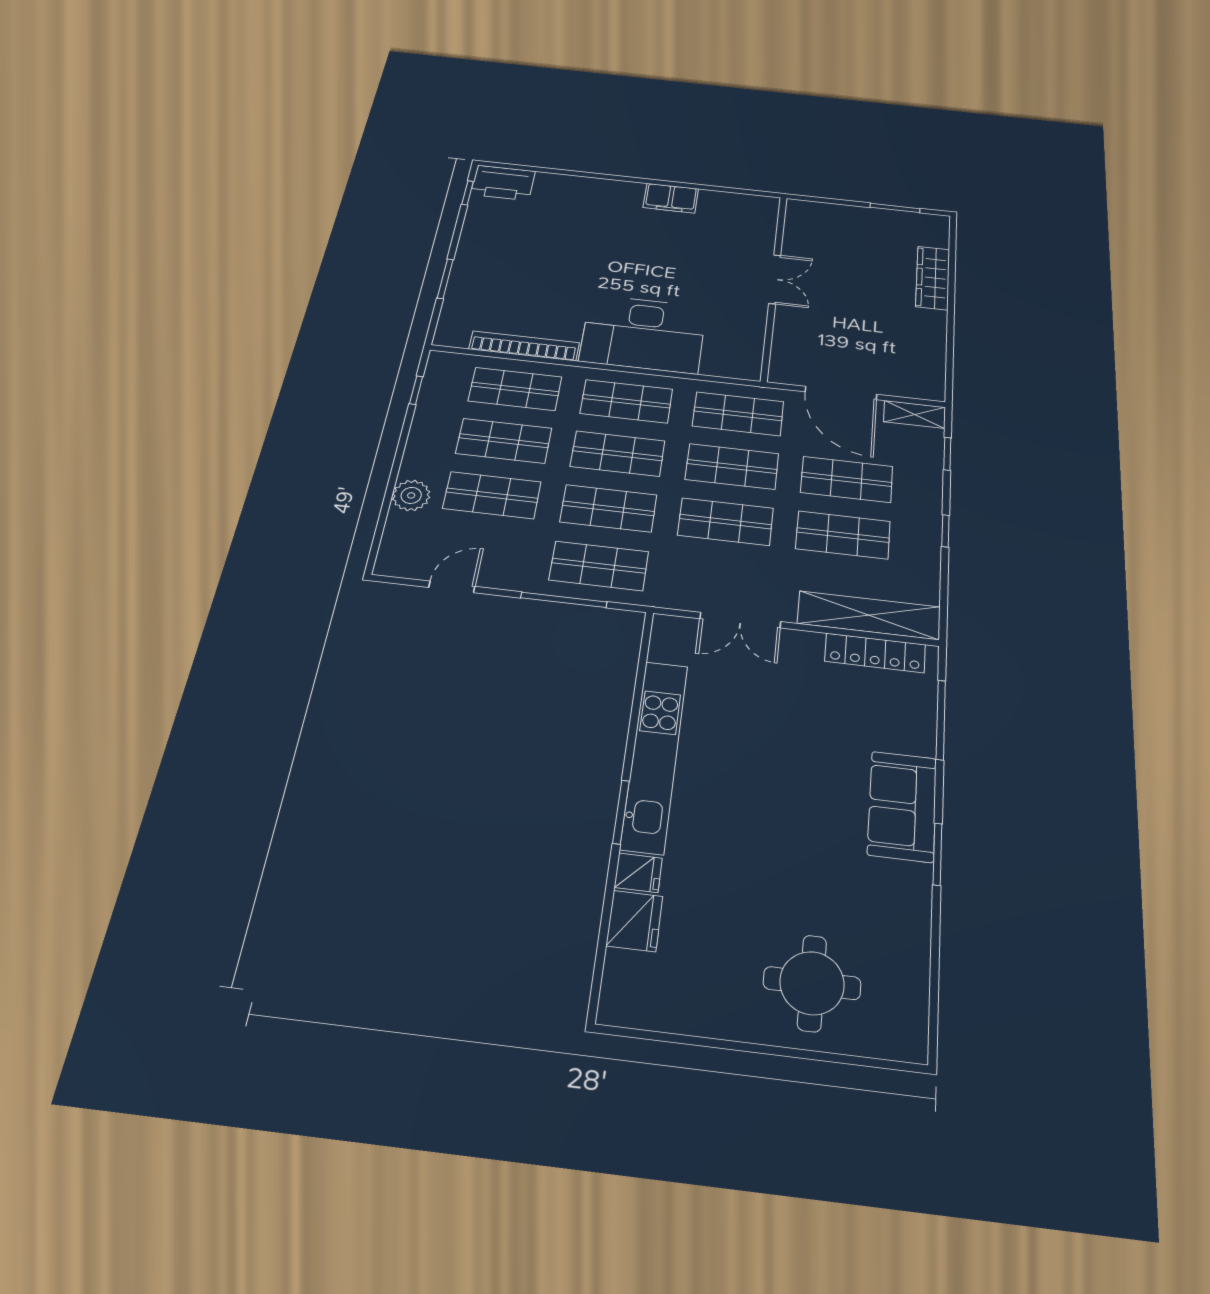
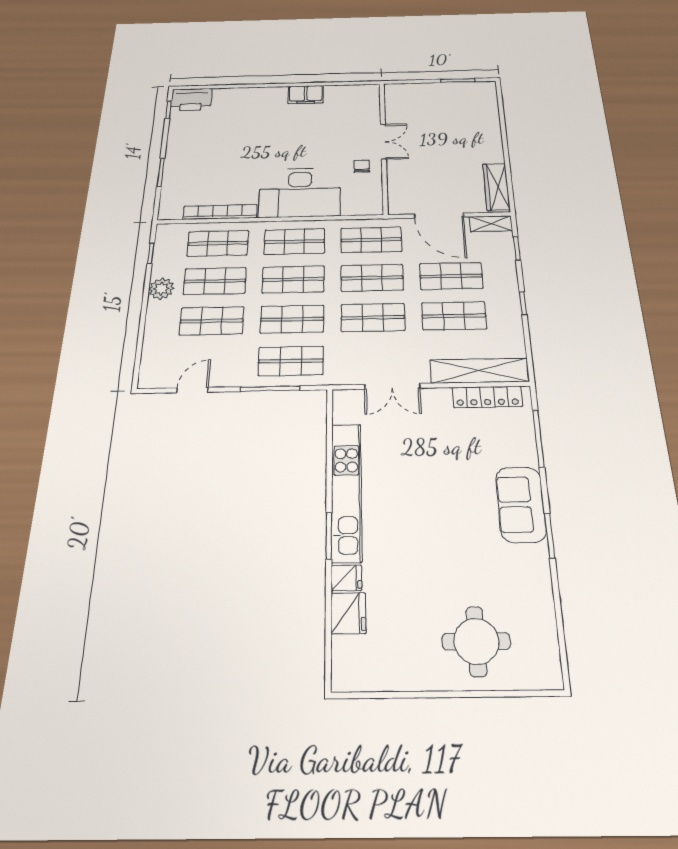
wardrobe: (933, 278) -> (496, 187), moved
chair: (738, 309) -> (362, 166), added
plant: (411, 495) -> (161, 289), moved

